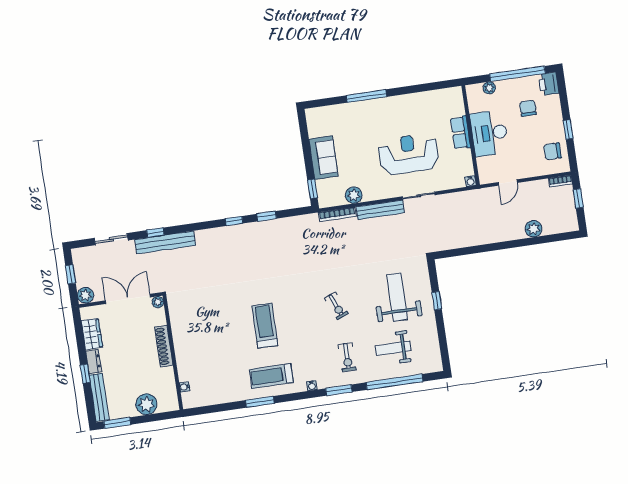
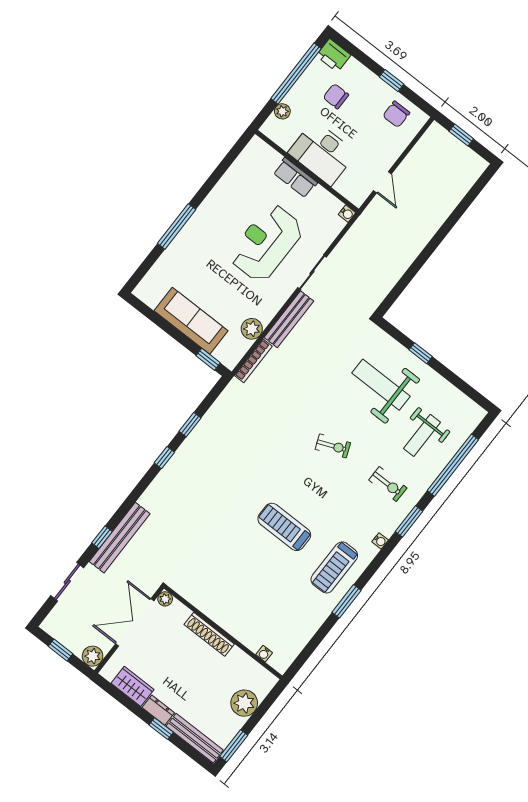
sofa: (324, 158) -> (191, 321), width x1.36
bookcase: (560, 181) -> (430, 135), removed
plant: (534, 229) -> (447, 202), removed

